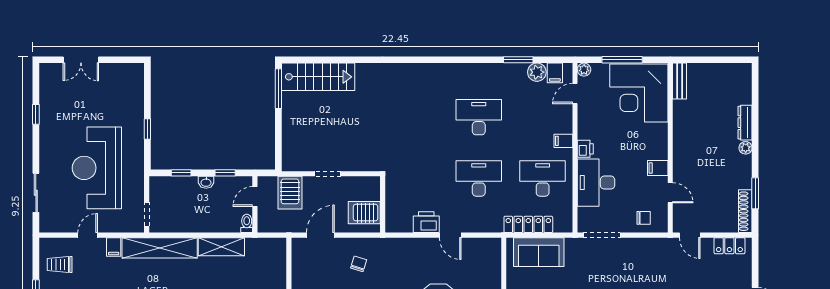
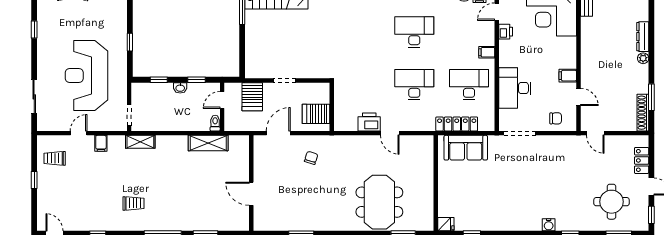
printer: (585, 149) -> (506, 32), moved
locker: (729, 246) -> (642, 160), moved, turned 90
shelving: (221, 247) -> (208, 143), moved
shelving: (160, 248) -> (140, 142), width x0.45, depth x0.75

